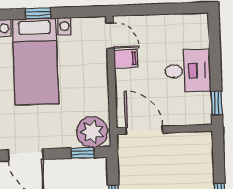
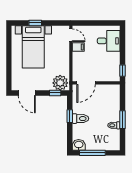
desk: (188, 71) -> (109, 41), moved
door: (144, 130) -> (86, 83), swing flipped

